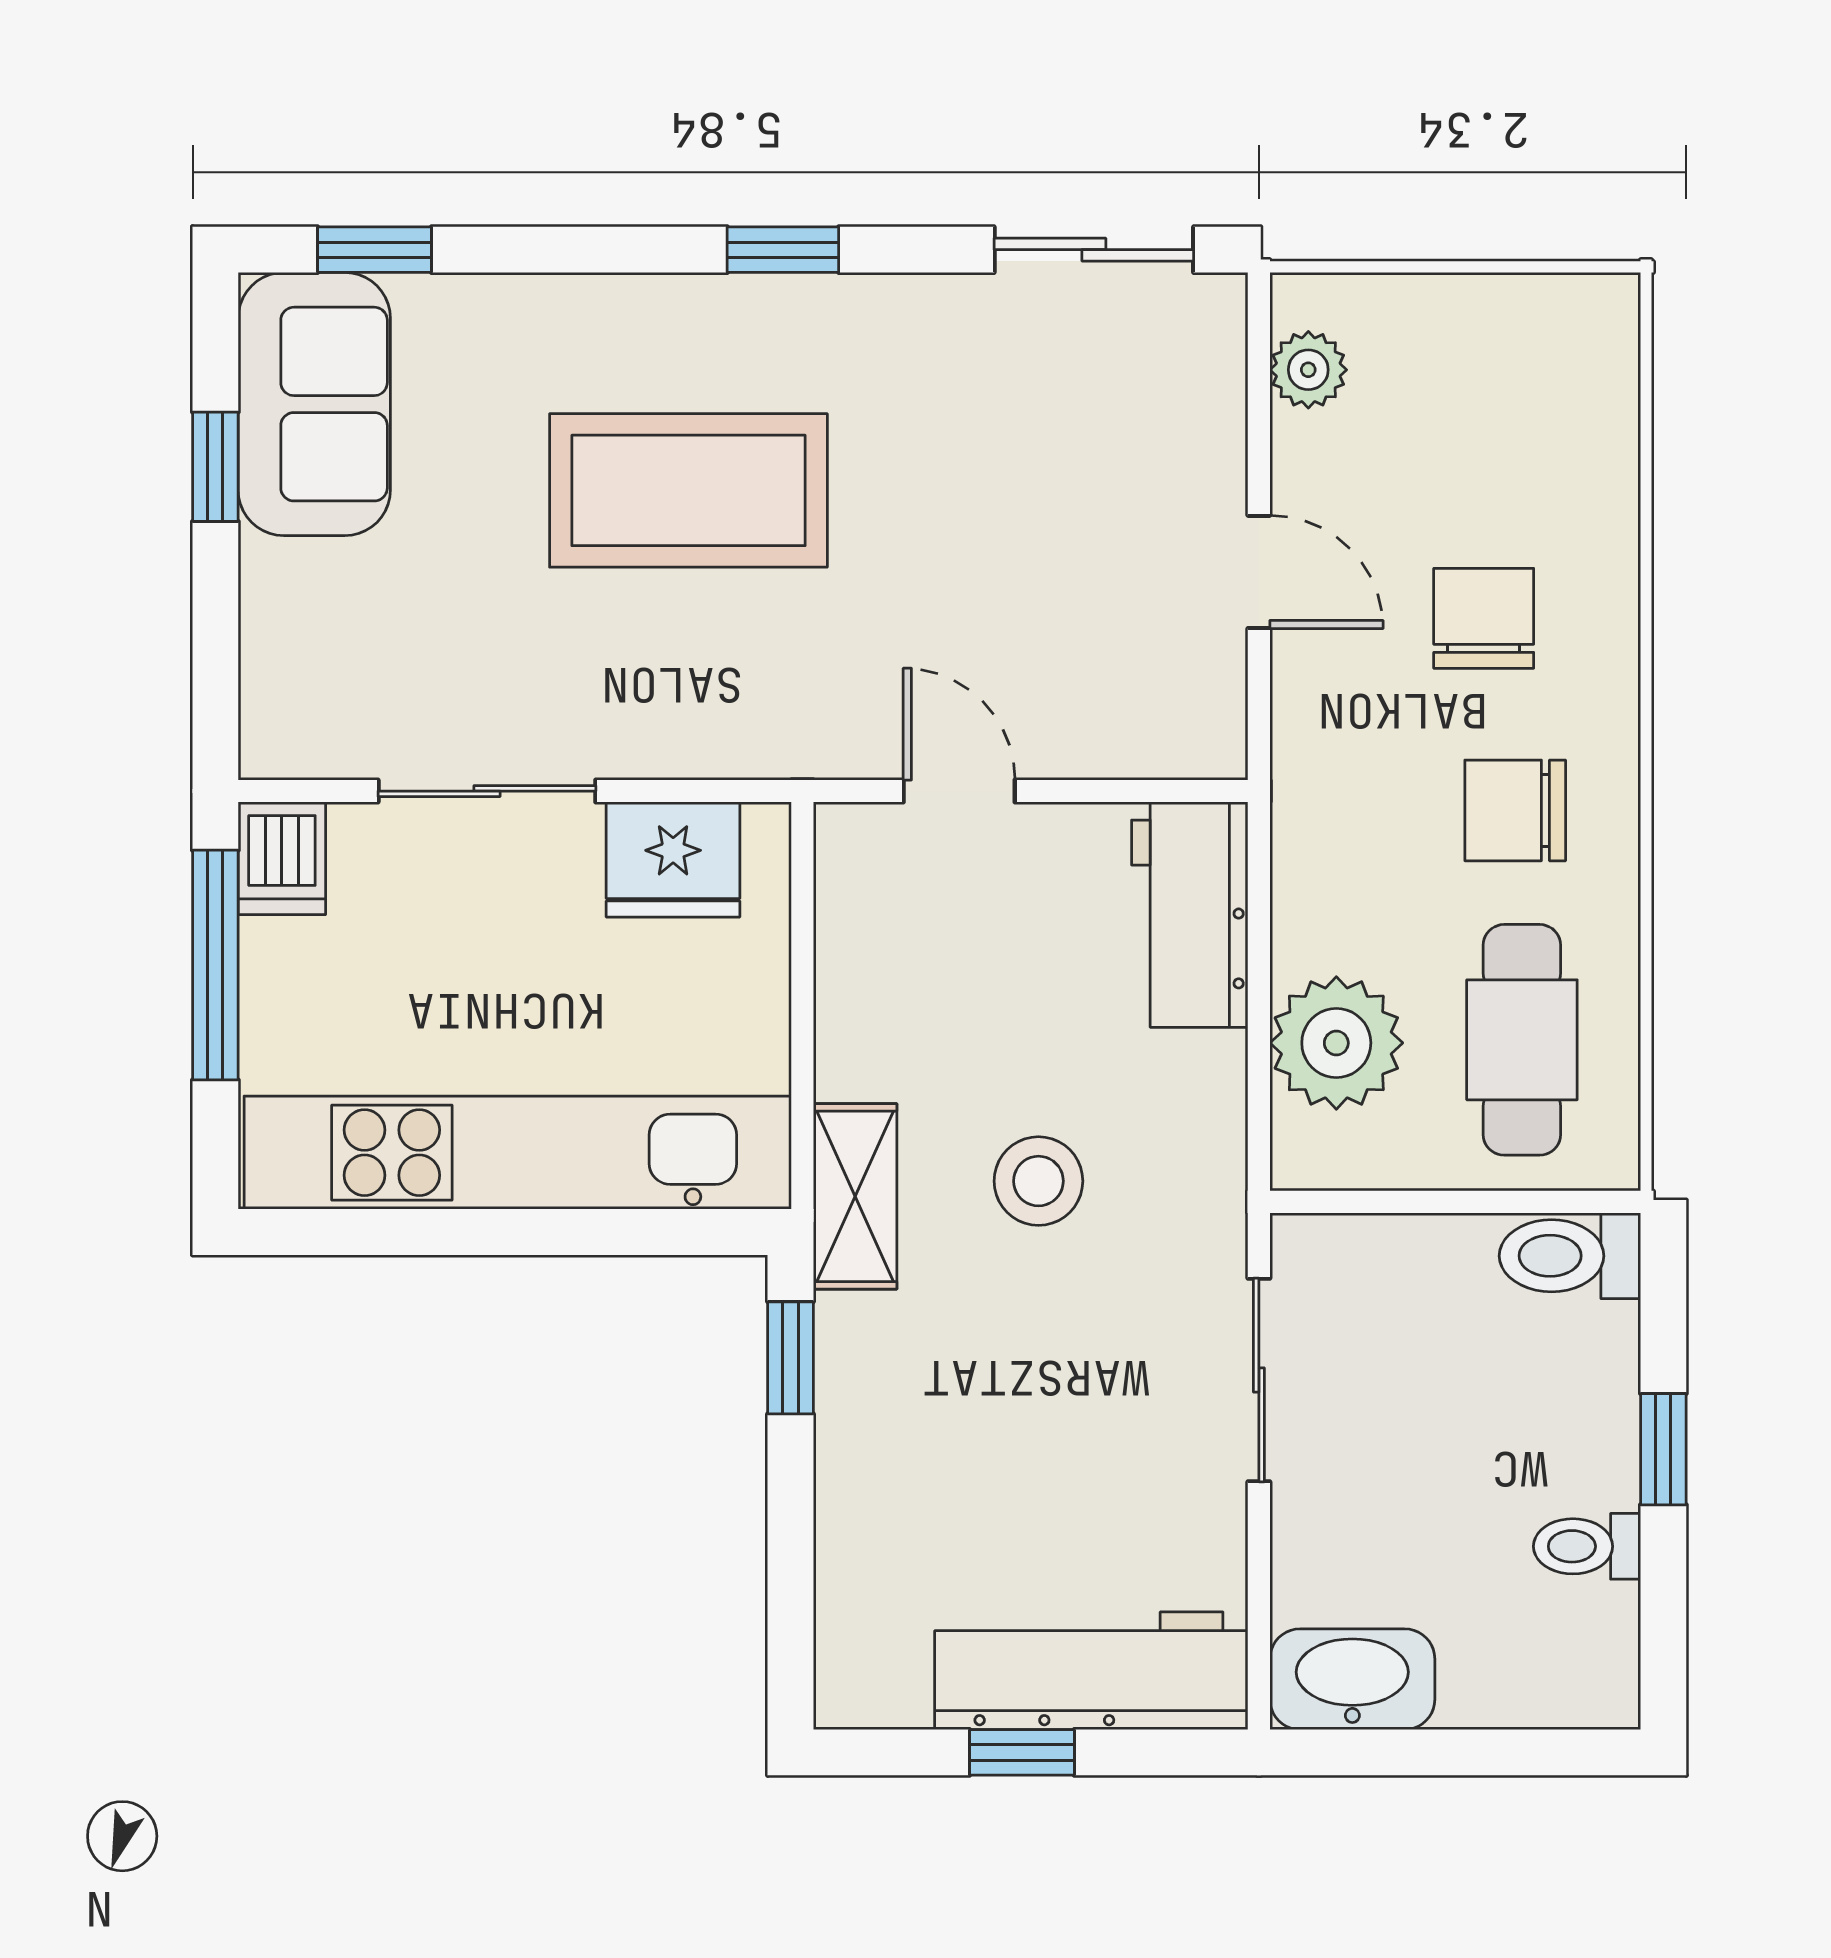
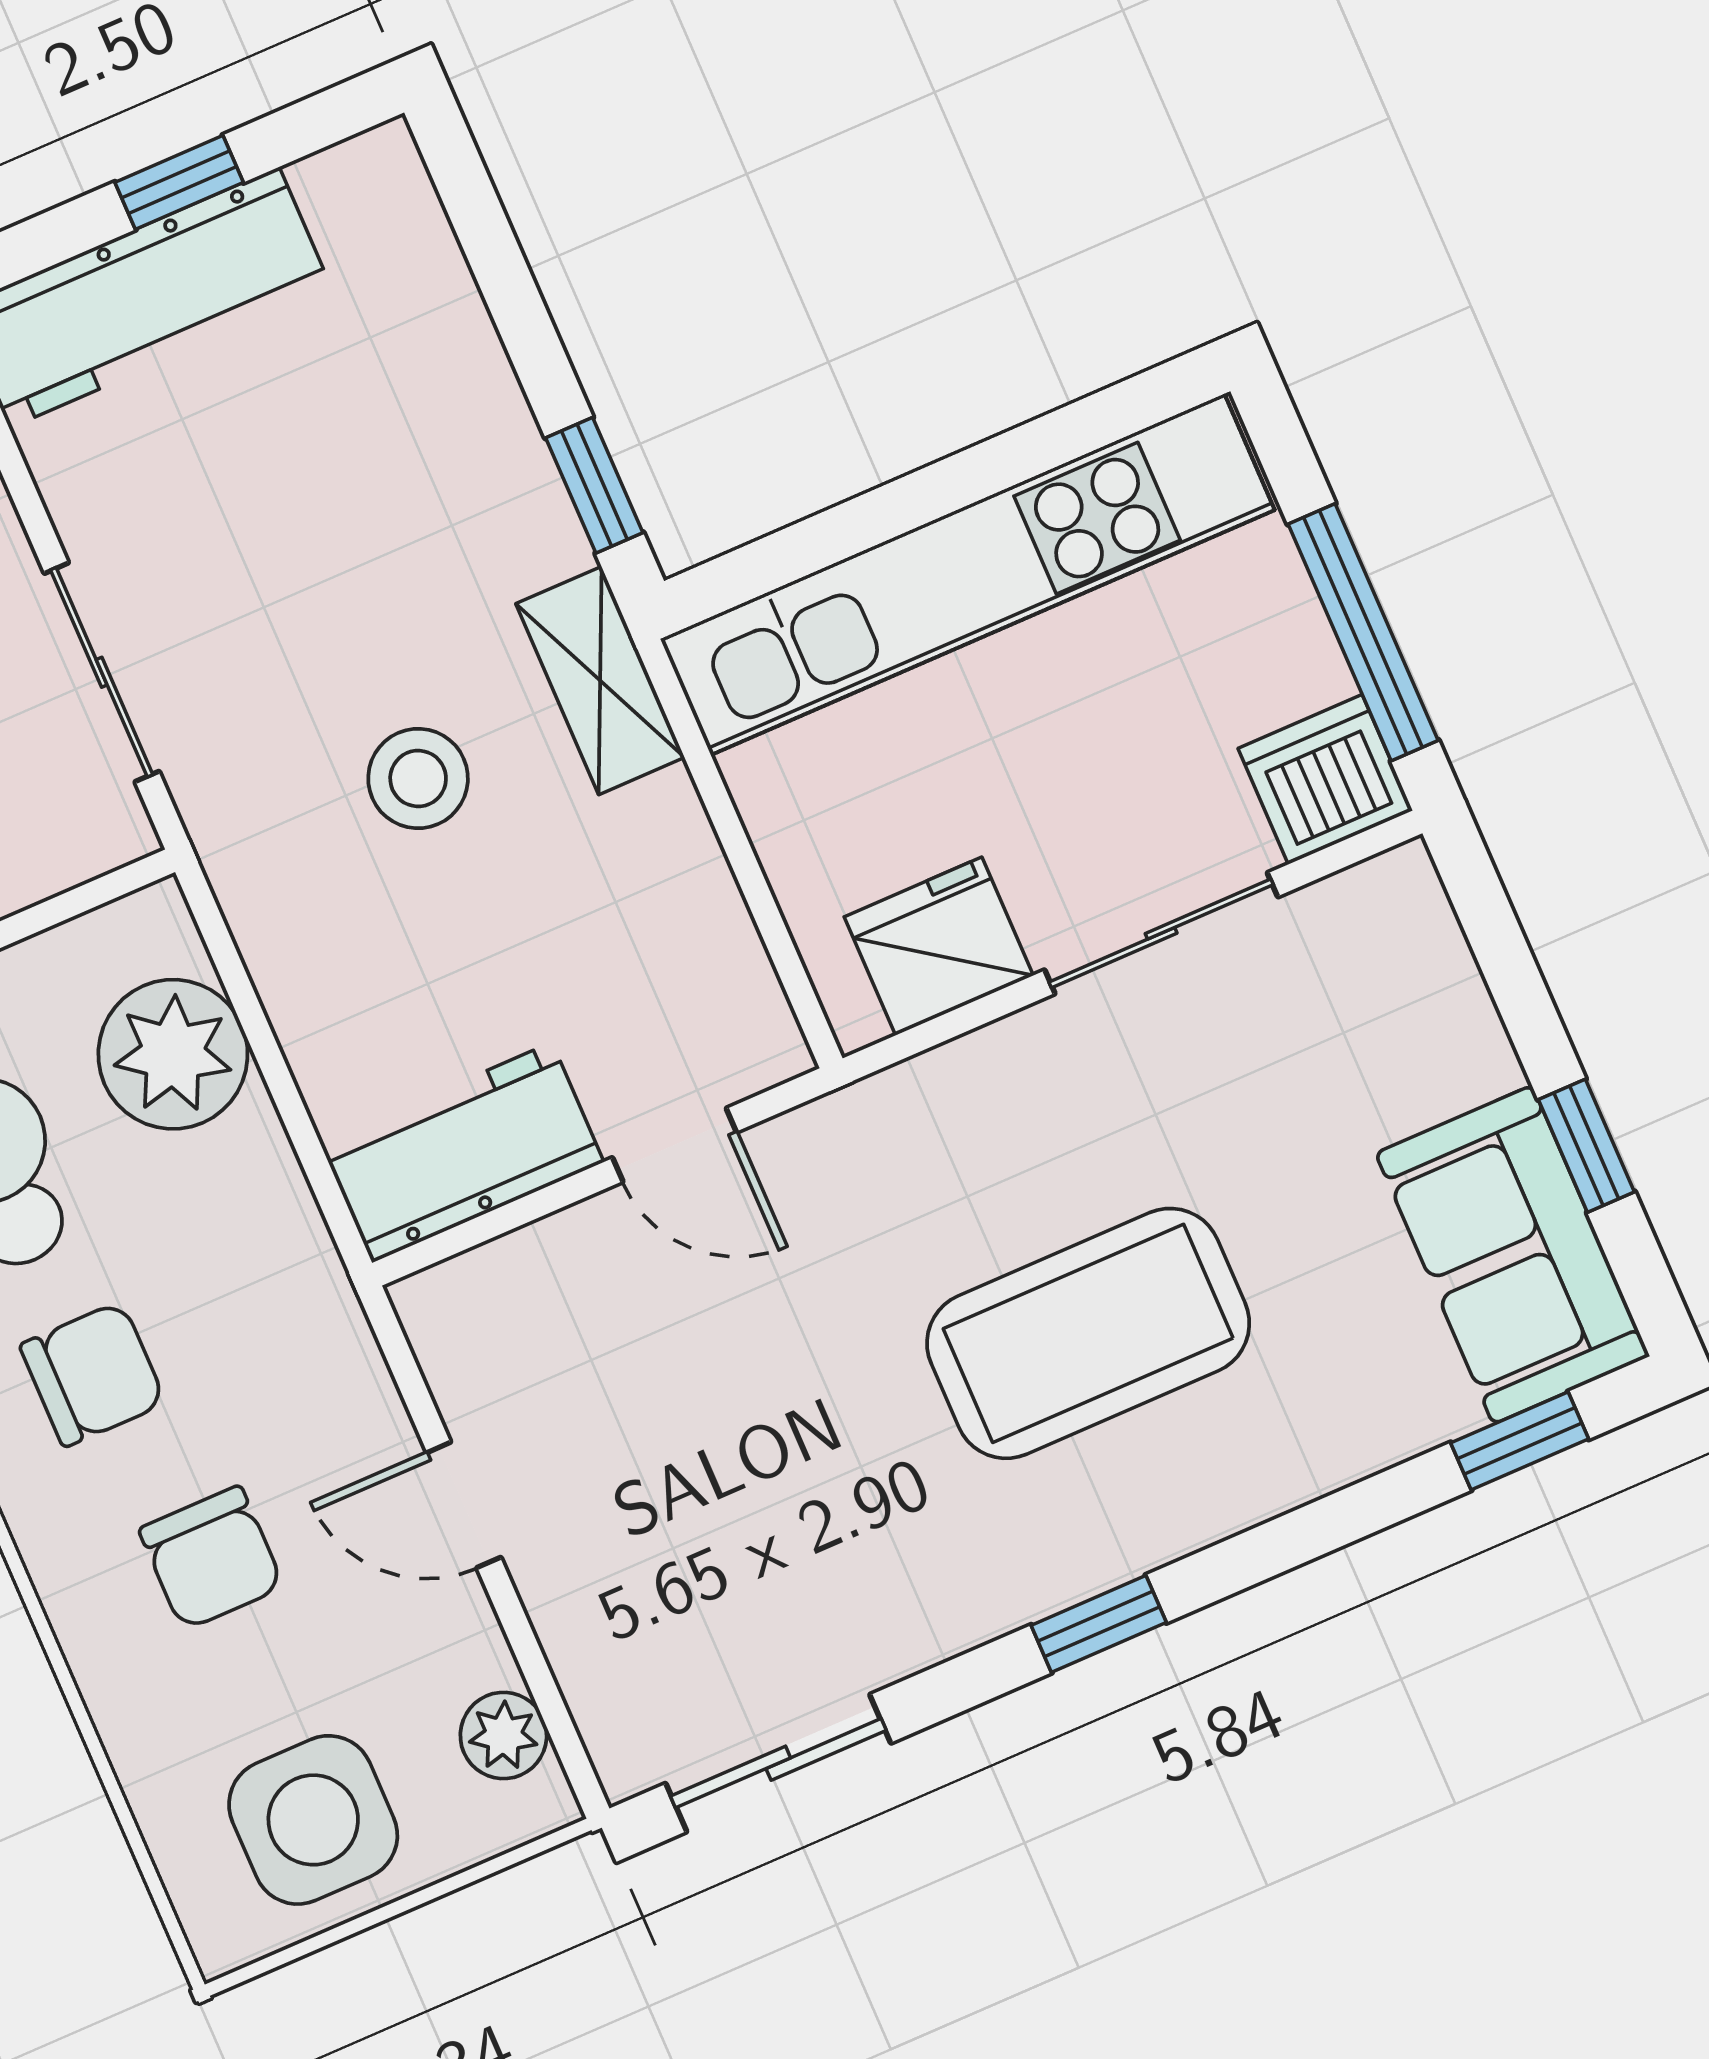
side table: (1494, 368) -> (313, 1820), added
dishwasher: (282, 858) -> (1325, 779), width x1.38
workbench: (1190, 915) -> (462, 1153), moved, turned -90

